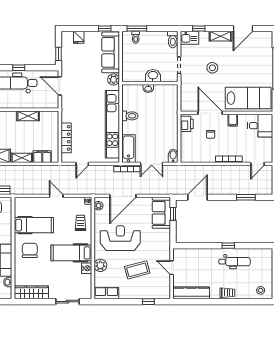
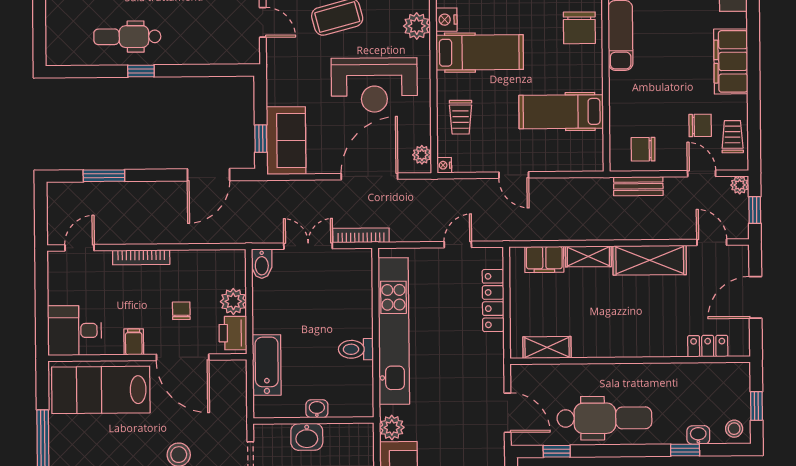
window: (19, 68) -> (557, 451), moved
shelving: (28, 116) -> (547, 347), moved
plant: (186, 139) -> (233, 301), added
bathtub: (128, 149) -> (267, 365), moved, turned 180
chair: (30, 250) -> (579, 28), moved

